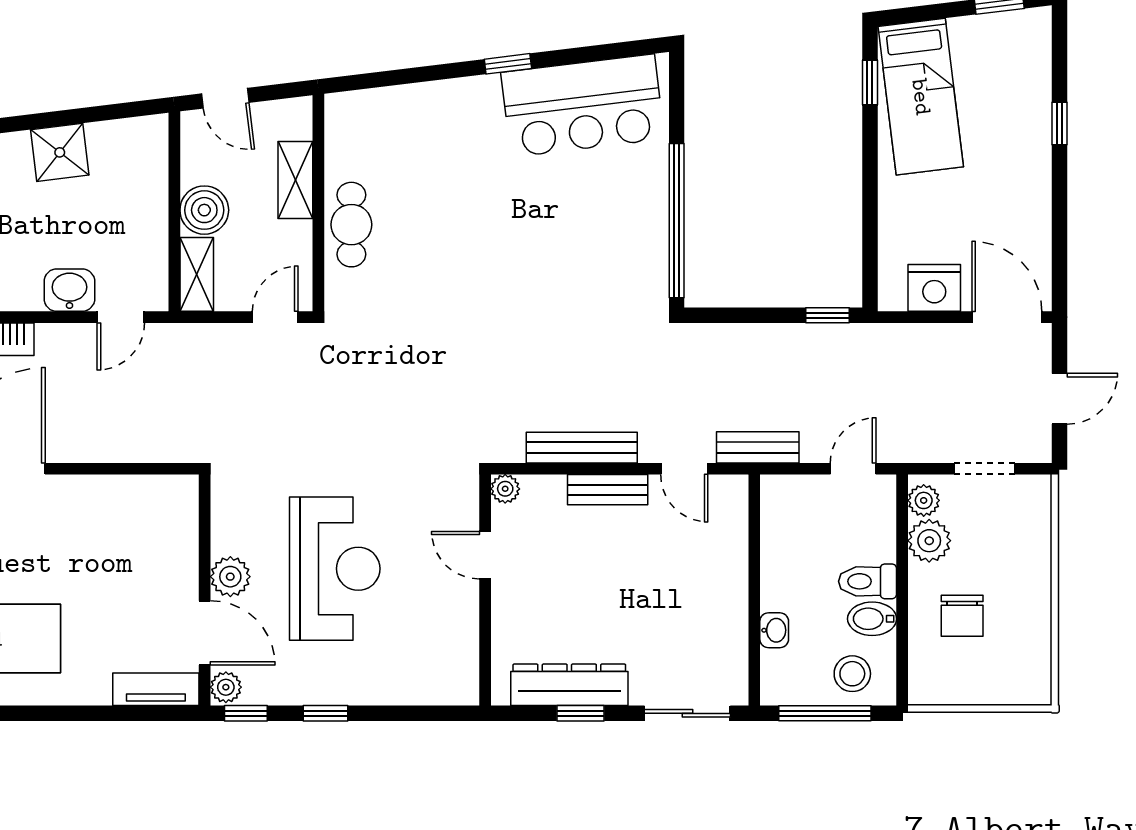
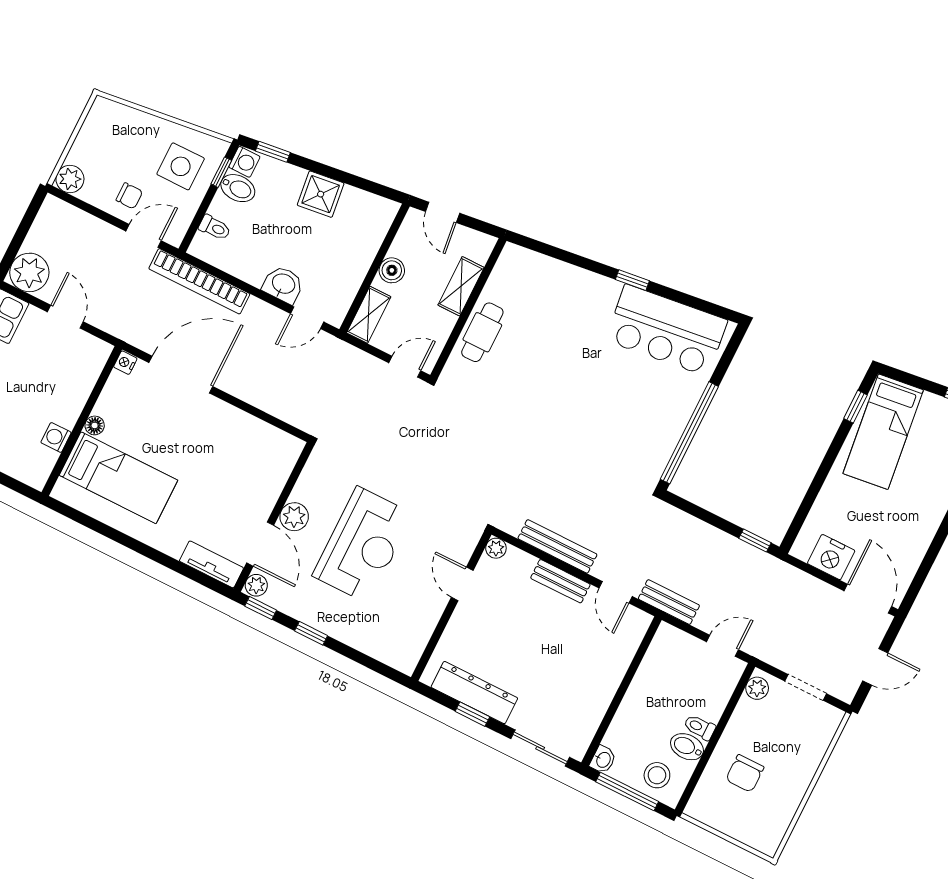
boiler: (204, 210) -> (392, 270), width x0.73, depth x0.73
plant: (929, 541) -> (748, 715), removed
toilet: (868, 581) -> (700, 727), width x0.73, depth x0.72
washbasin: (774, 630) -> (603, 760), moved

